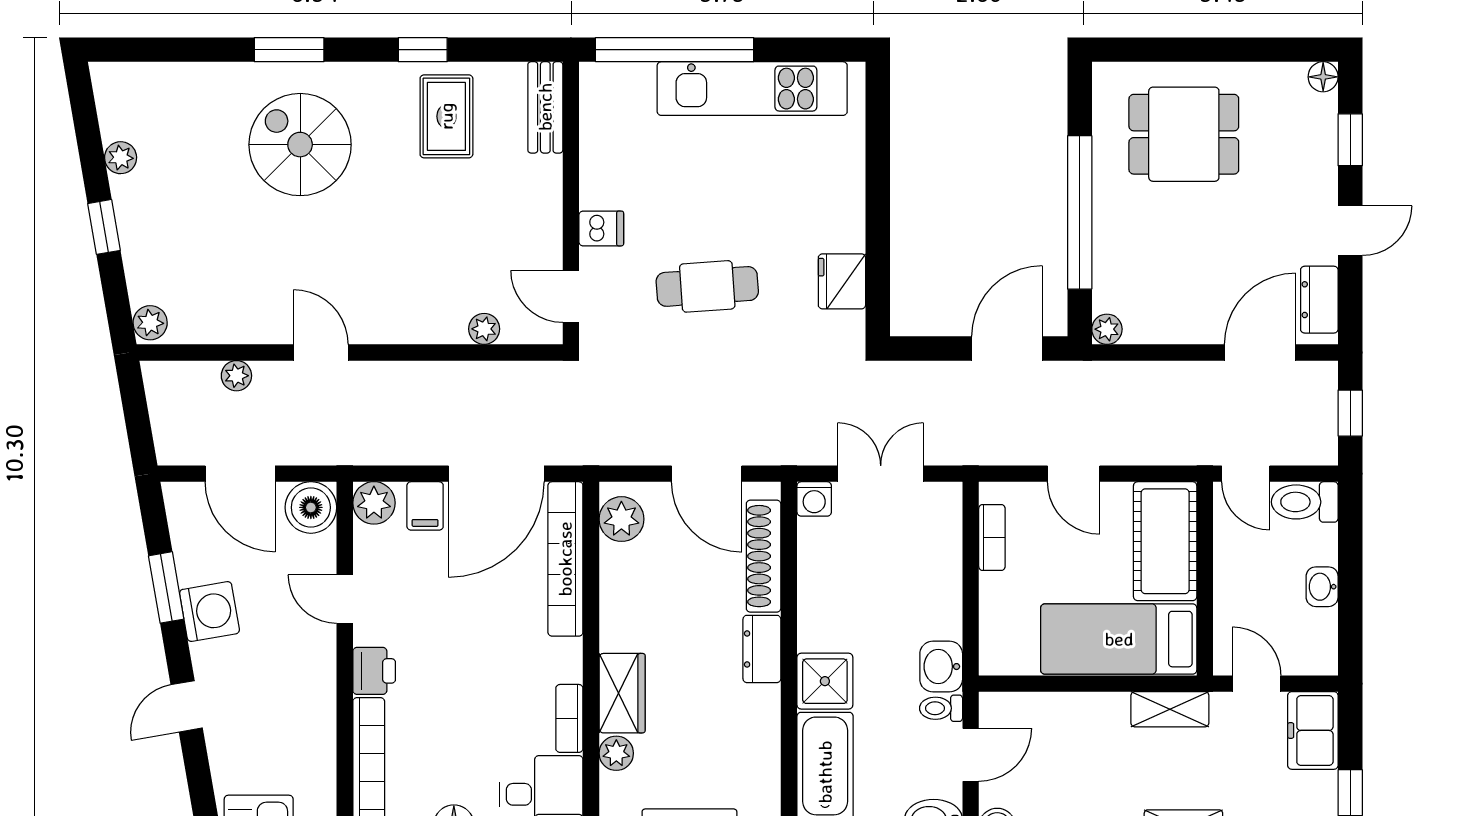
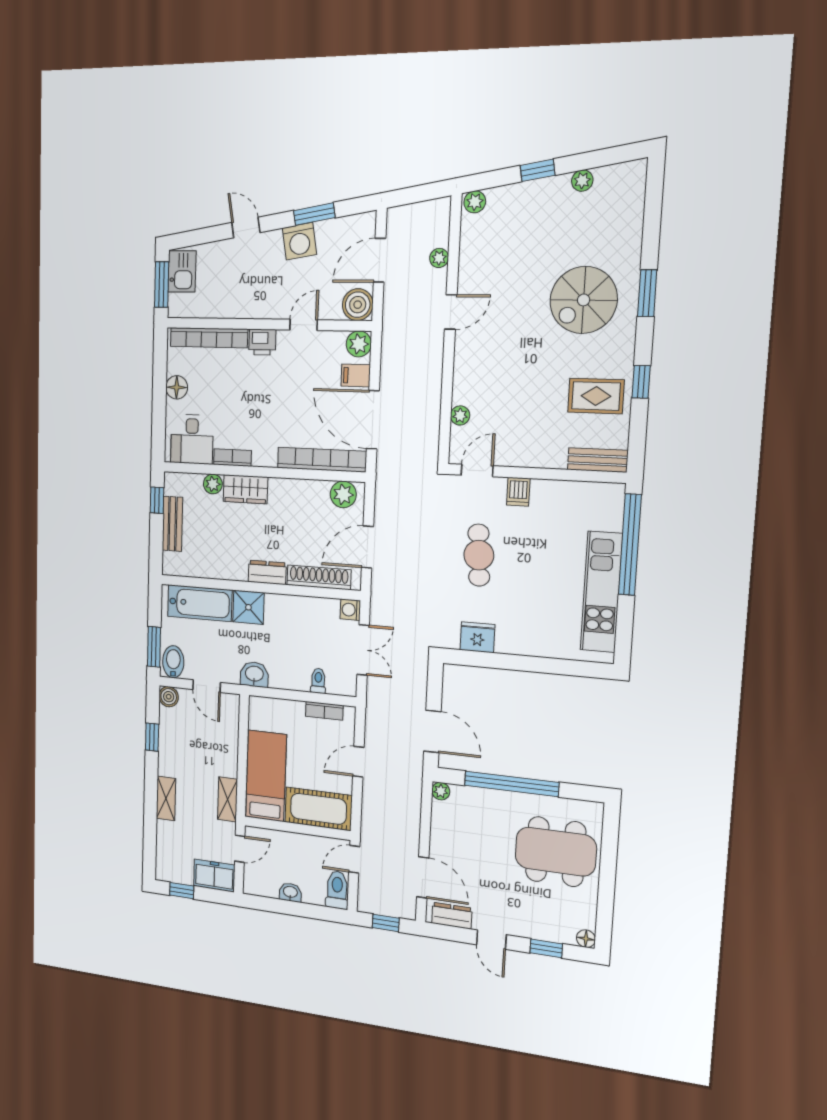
dining table: (1184, 134) -> (556, 852), width x1.38
spiral stairs: (300, 145) -> (584, 300), turned 180
toilet: (941, 708) -> (318, 681), moved

